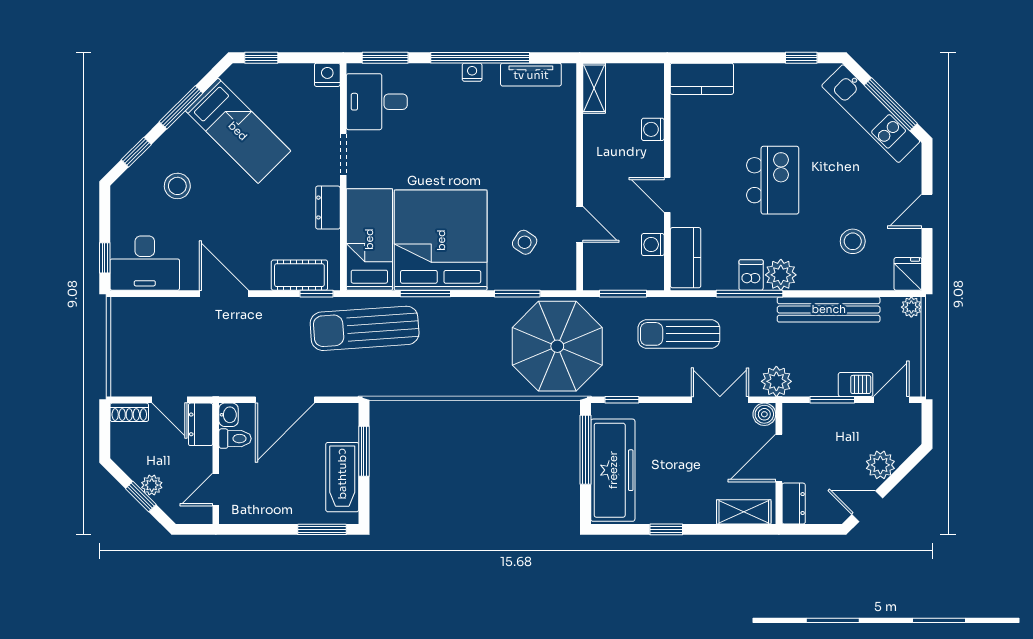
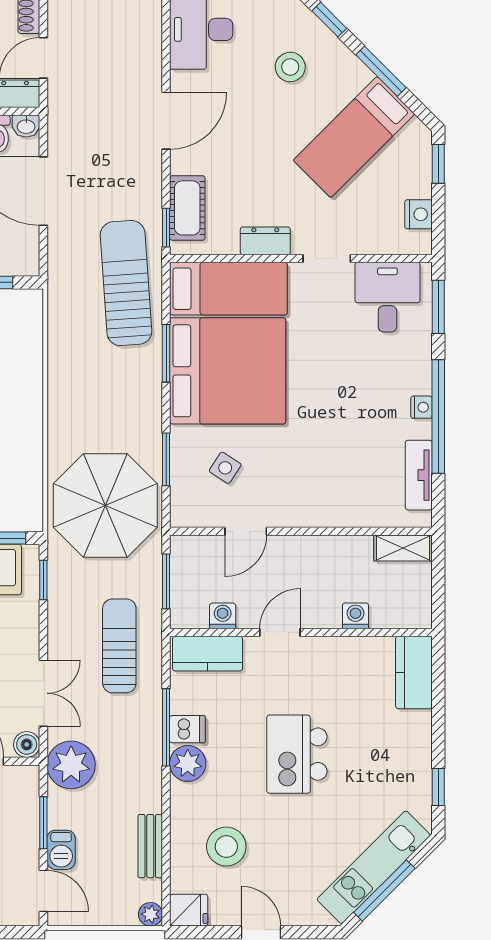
nightstand: (327, 75) -> (419, 214), moved
kitchen island: (773, 180) -> (297, 754), turned 90
stool: (853, 241) -> (226, 847), width x1.38, depth x1.38
bench: (829, 309) -> (150, 846), width x0.54, depth x0.82
plant: (776, 381) -> (71, 765), width x1.36, depth x1.36

